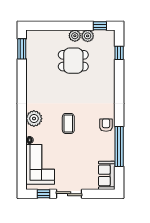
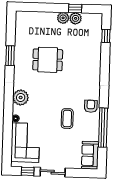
window: (100, 26) -> (75, 8), moved
window: (22, 49) -> (10, 56), moved
dining table: (73, 61) -> (48, 60), moved
coffee table: (68, 123) -> (67, 119), moved

